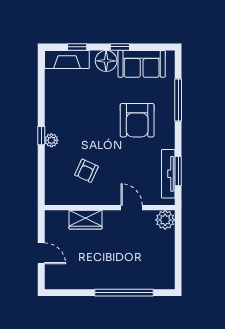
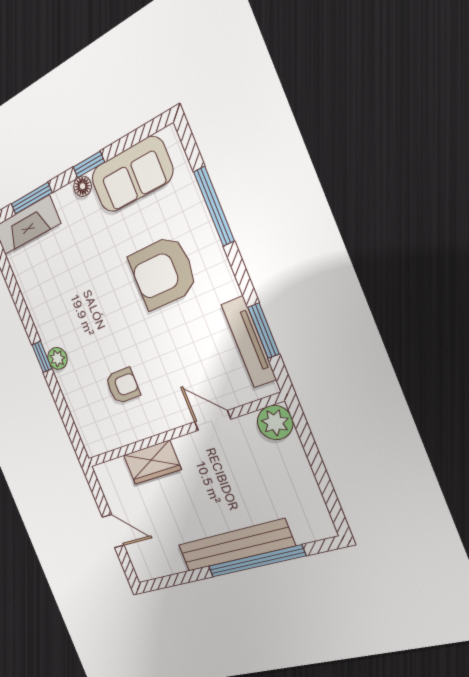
window: (77, 47) -> (32, 198), width x1.50
floor lamp: (106, 61) -> (83, 186), width x0.53, depth x0.53
armchair: (137, 120) -> (163, 273), turned 90
armchair: (86, 171) -> (123, 386), turned -115
bench: (116, 281) -> (235, 545), added

